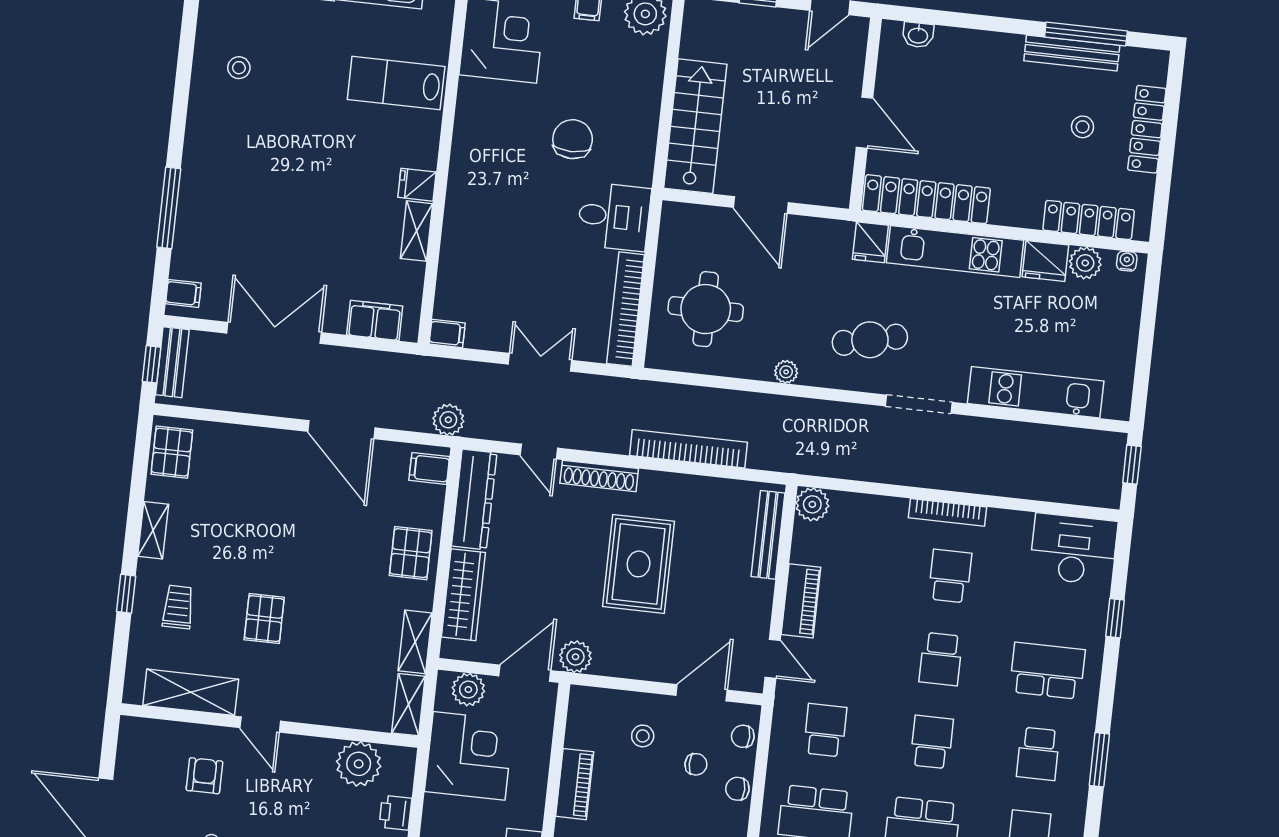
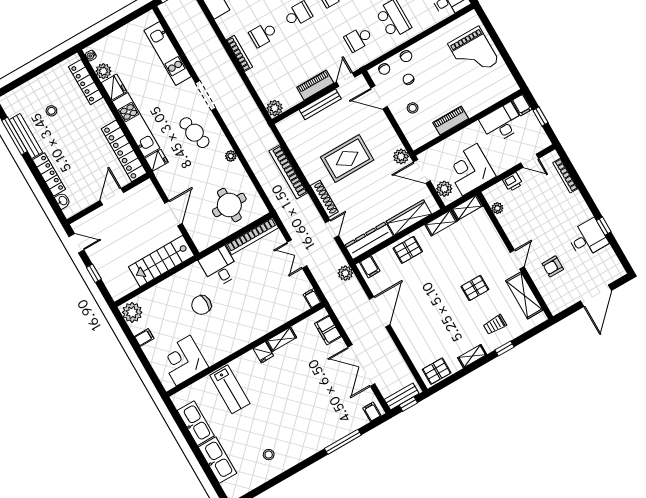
locker: (1147, 129) -> (49, 175), moved, turned -90
bench: (768, 535) -> (320, 104), moved
plant: (359, 764) -> (497, 208), width x0.53, depth x0.53

